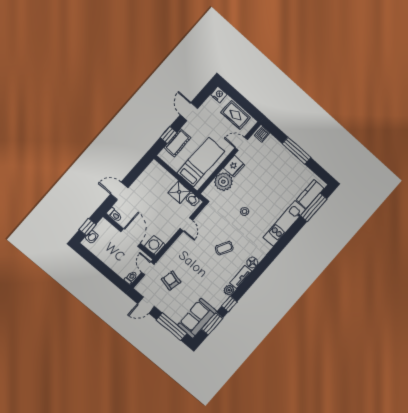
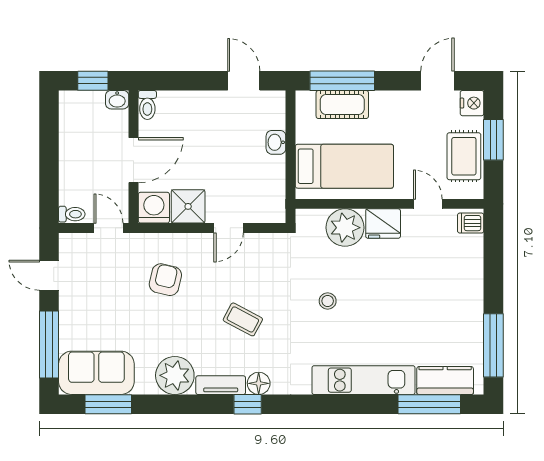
window: (239, 99) -> (493, 140), added
door: (189, 112) -> (437, 81), moved
window: (169, 135) -> (342, 81), width x2.17
window: (296, 151) -> (493, 345), moved
door: (119, 191) -> (244, 81), moved
shower: (179, 192) -> (188, 206), moved
washbasin: (193, 199) -> (276, 142), moved
washbasin: (92, 237) -> (117, 100), moved
door: (148, 268) -> (109, 228), hinge flipped
armchair: (171, 281) -> (165, 280), moved
plant: (229, 290) -> (175, 375), width x1.88, depth x1.88
window: (229, 304) -> (248, 404), moved

